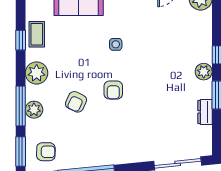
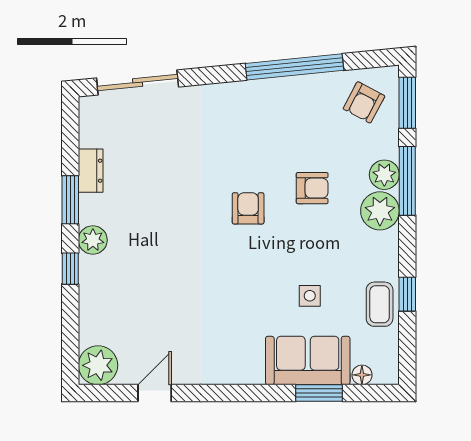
side table: (116, 44) -> (310, 296), moved
plant: (37, 73) -> (380, 211), moved
armchair: (76, 102) -> (312, 188), turned 65
armchair: (46, 152) -> (364, 102), turned -63

